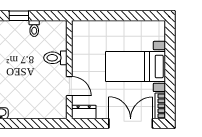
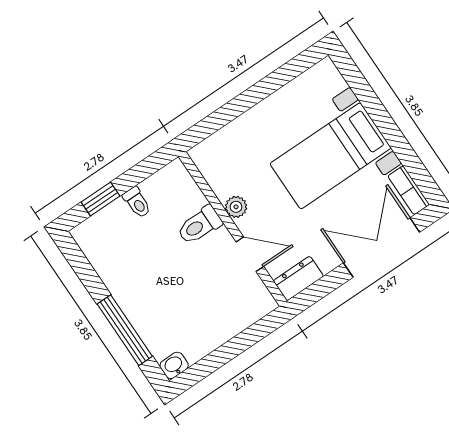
plant: (77, 61) -> (236, 207), added

